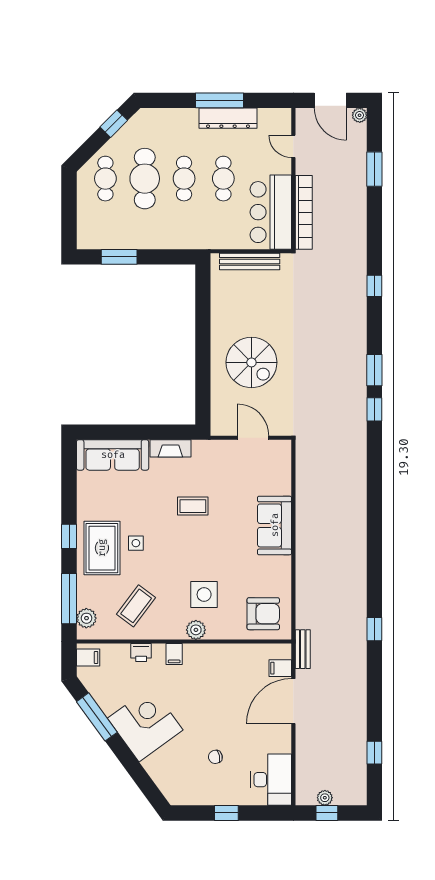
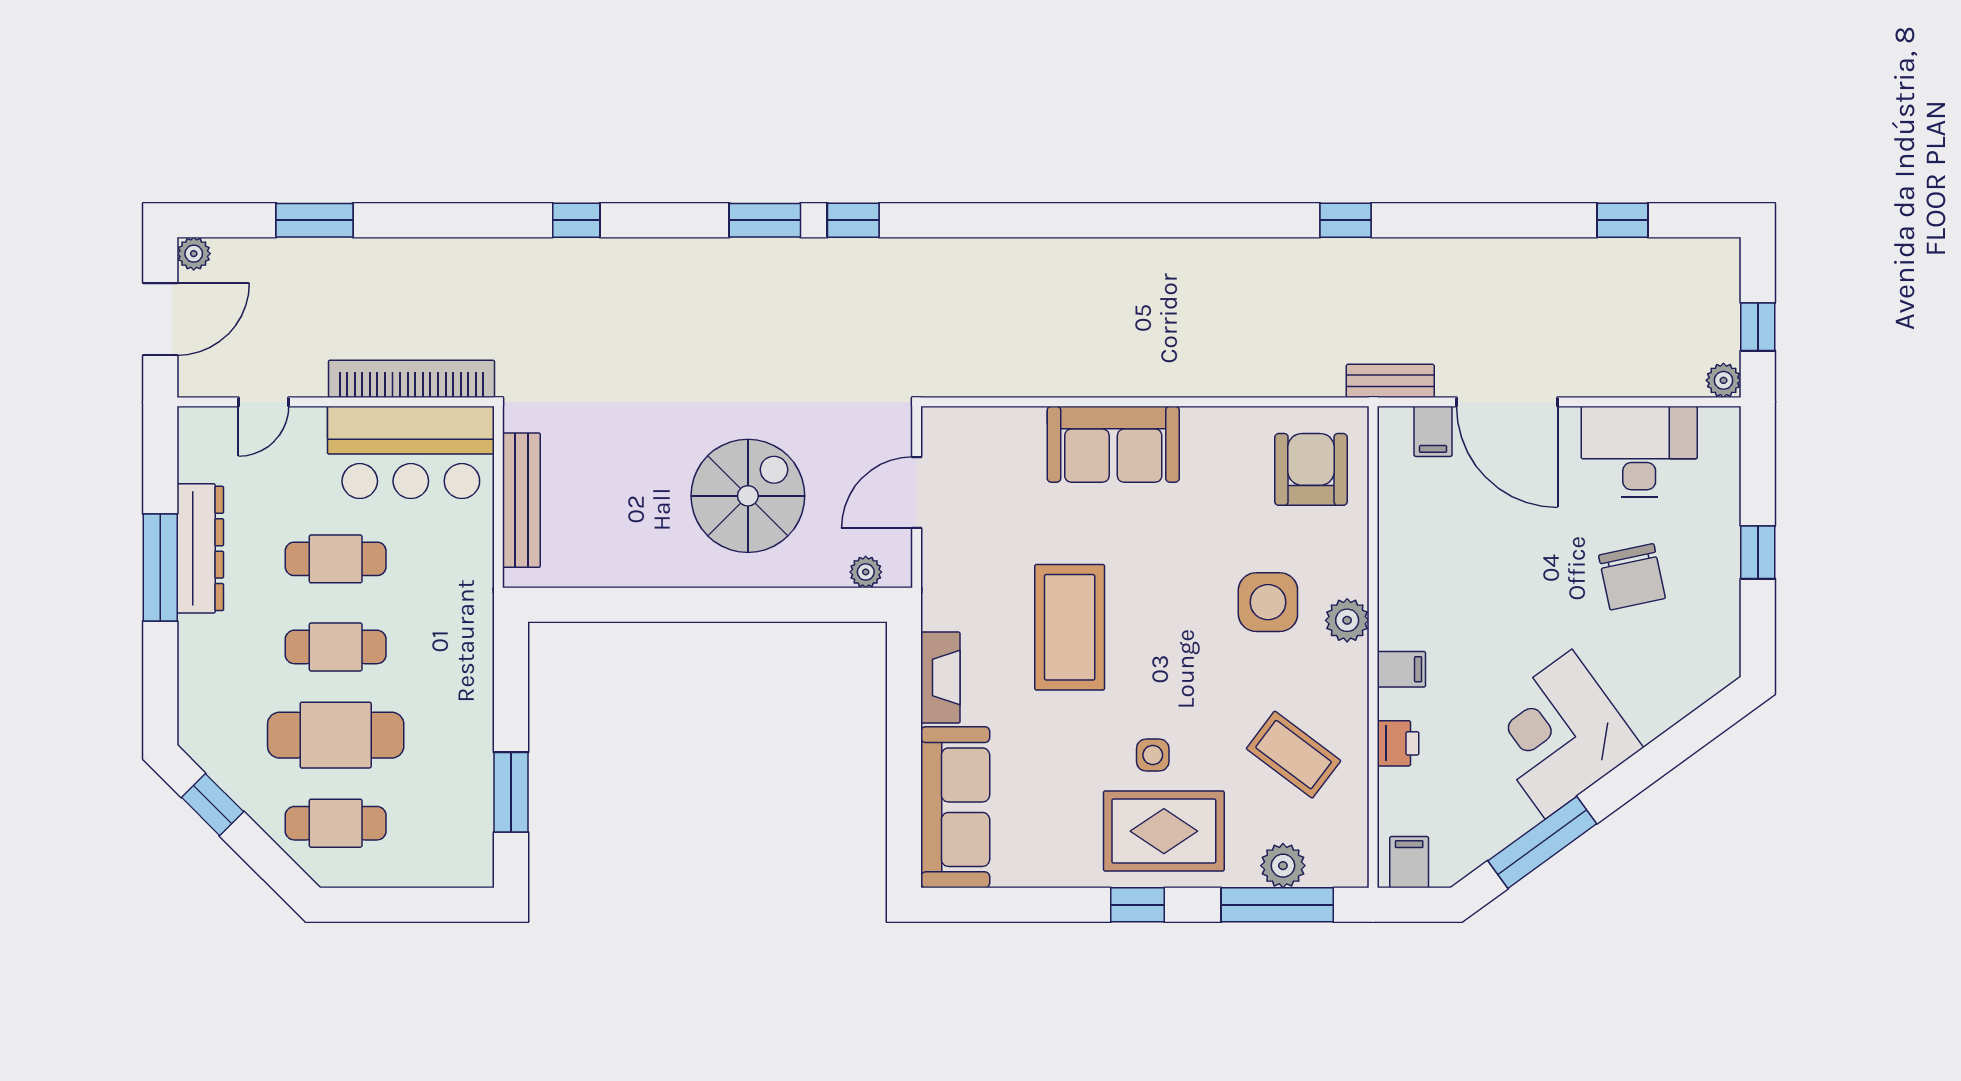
plant: (218, 415) -> (866, 572), added
coffee table: (193, 506) -> (1070, 627), width x1.86, depth x1.72
plant: (86, 618) -> (1283, 866), moved
chair: (215, 757) -> (1632, 577), width x1.87, depth x1.87
desk: (271, 780) -> (1639, 452), moved
plant: (325, 798) -> (1723, 380), moved

